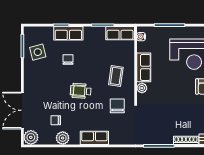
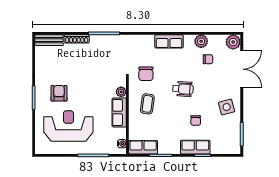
side table: (38, 52) -> (227, 107), moved

